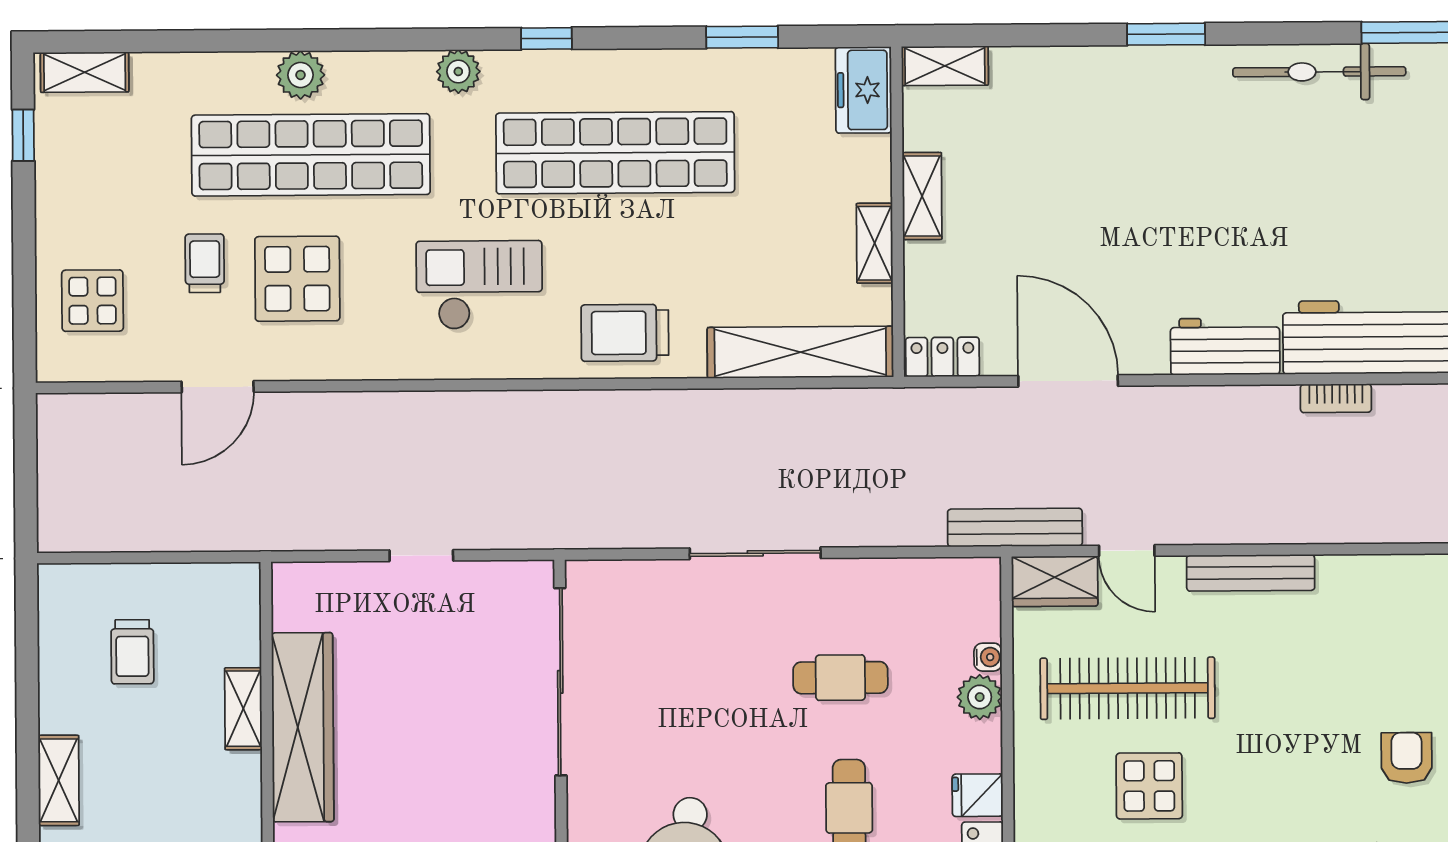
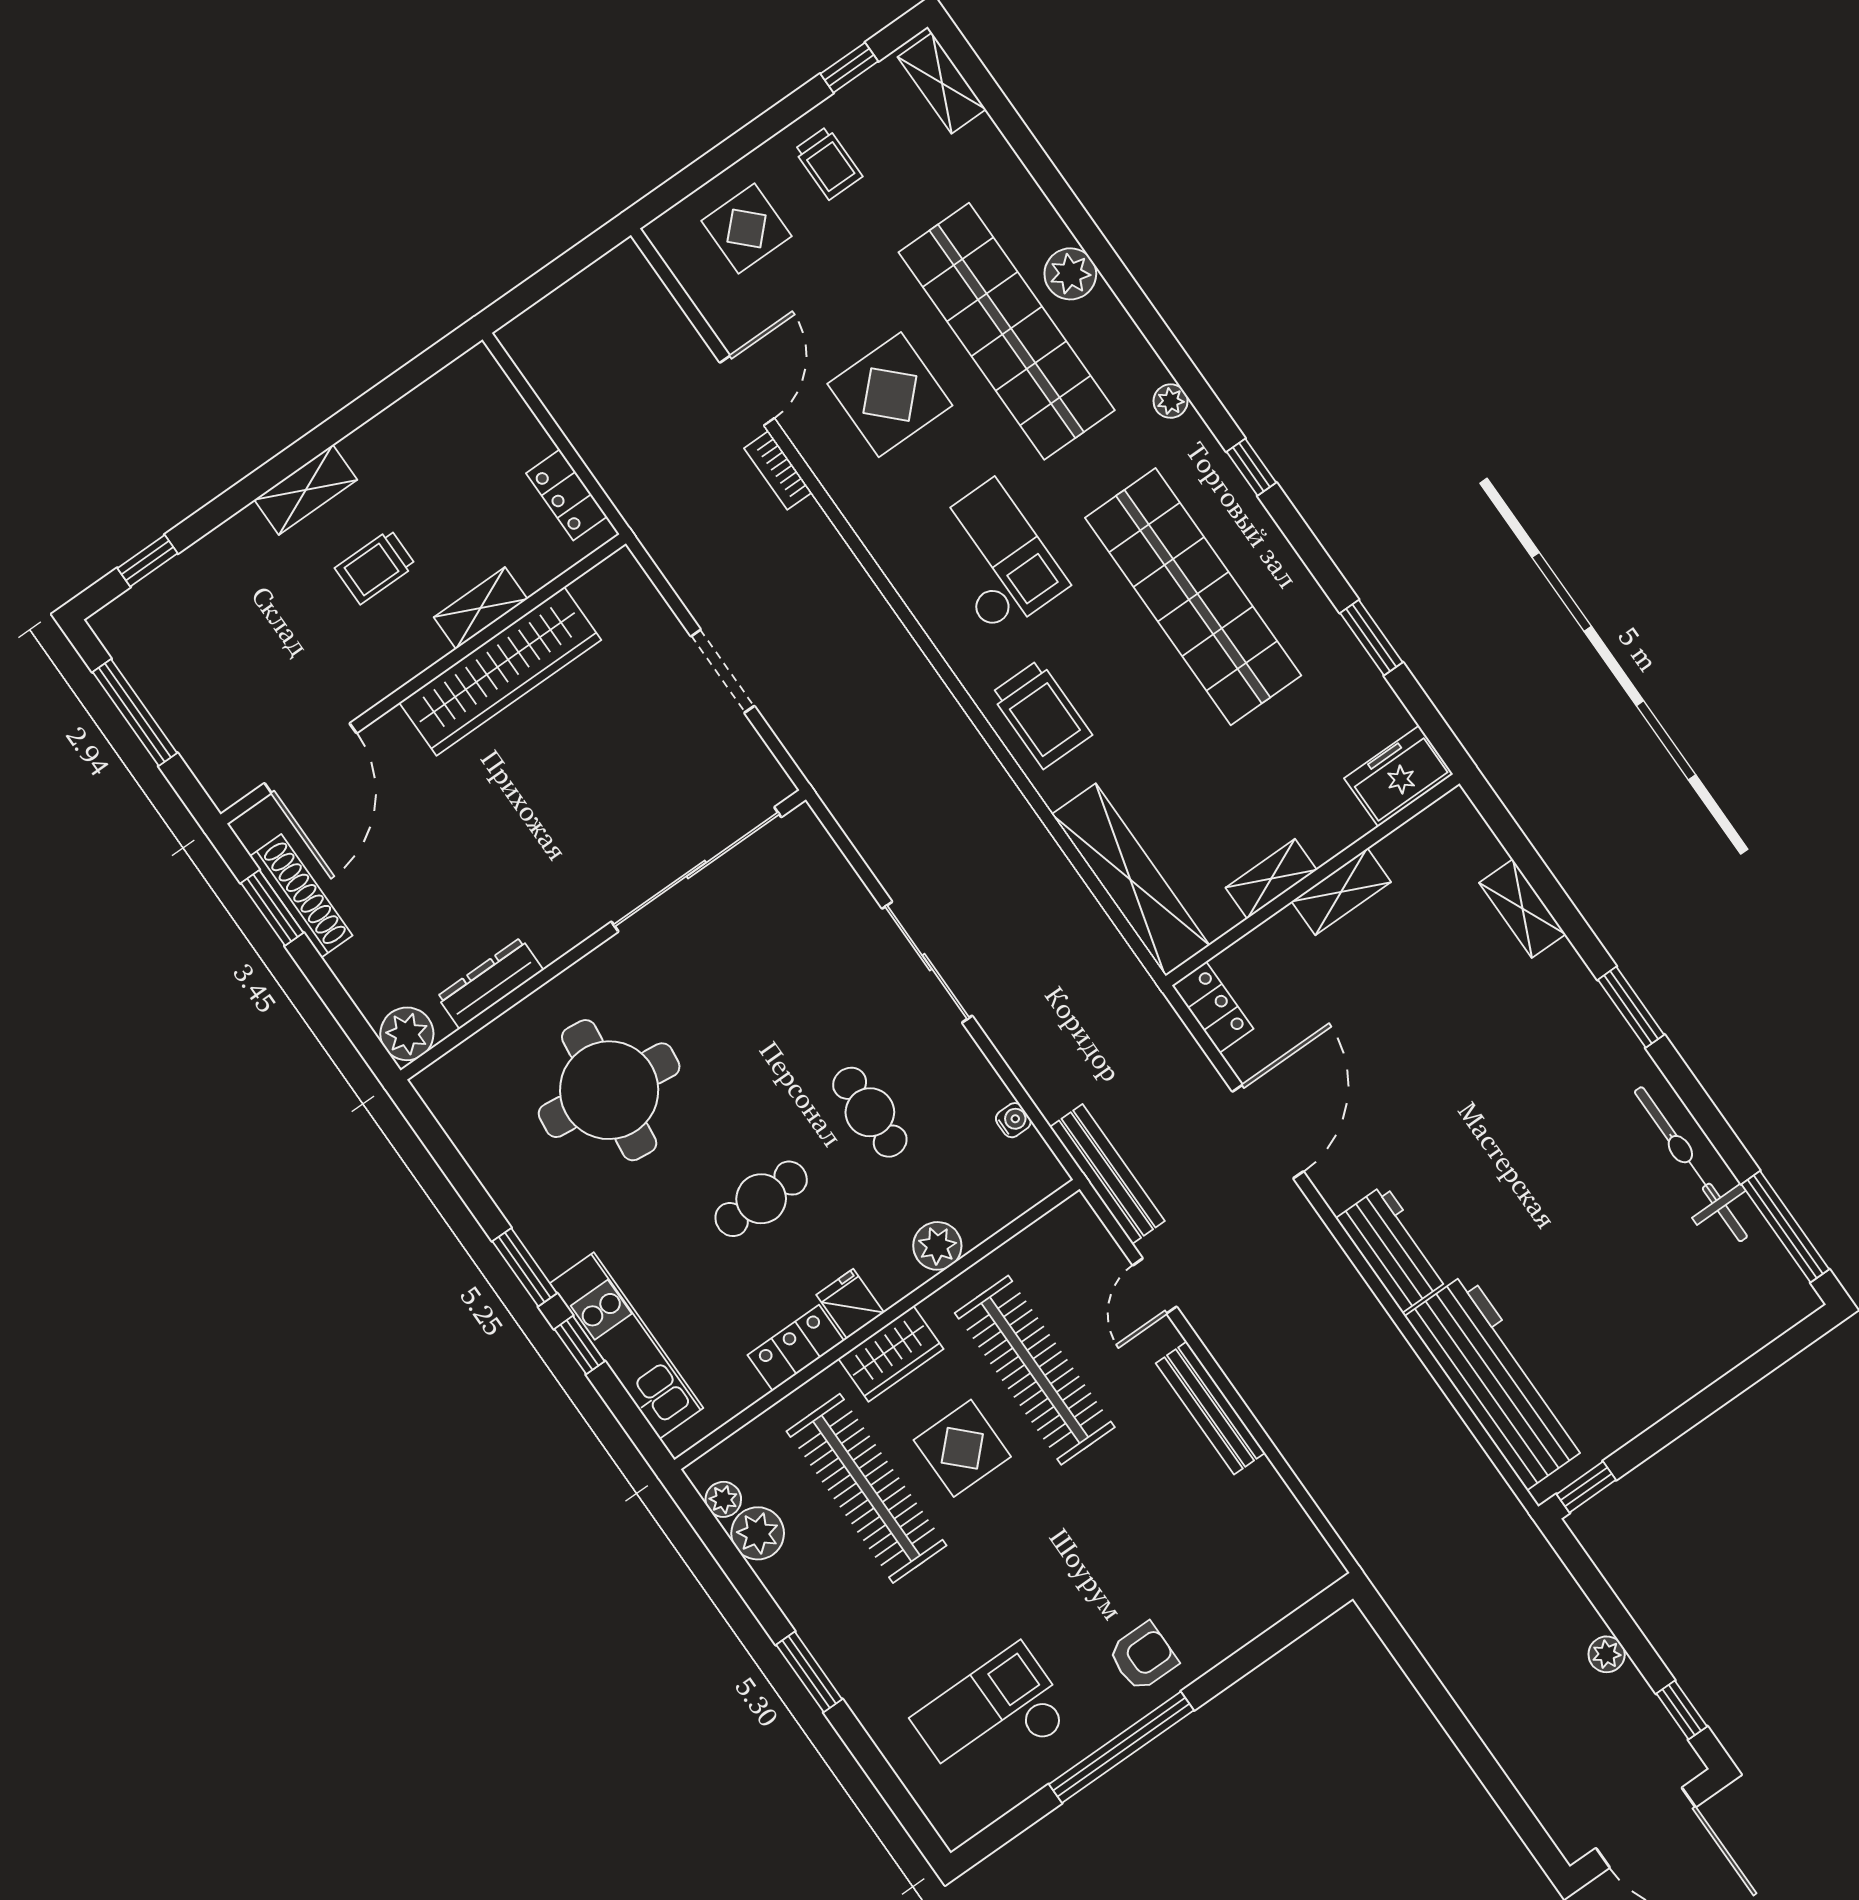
shelving: (945, 66) -> (1522, 908), moved
plant: (458, 72) -> (1171, 401), width x0.73, depth x0.73
trolley: (205, 263) -> (828, 163), moved, turned 90
trolley: (625, 333) -> (1041, 714), turned 180
door: (218, 387) -> (747, 390), swing flipped
bookcase: (1336, 398) -> (778, 470), moved
doorway: (421, 556) -> (723, 671), width x1.38
wardrobe: (1055, 581) -> (891, 1354), moved, turned -90
locker: (202, 582) -> (567, 495), added
trolley: (132, 652) -> (375, 567), moved
water cooler: (988, 657) -> (1013, 1120), moved, turned -90

